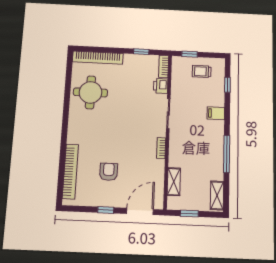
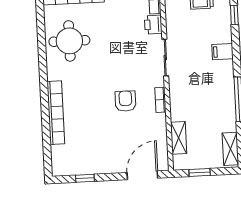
bookcase: (70, 171) -> (56, 113), moved
armchair: (109, 172) -> (126, 101), moved
window: (106, 210) -> (85, 178), moved

